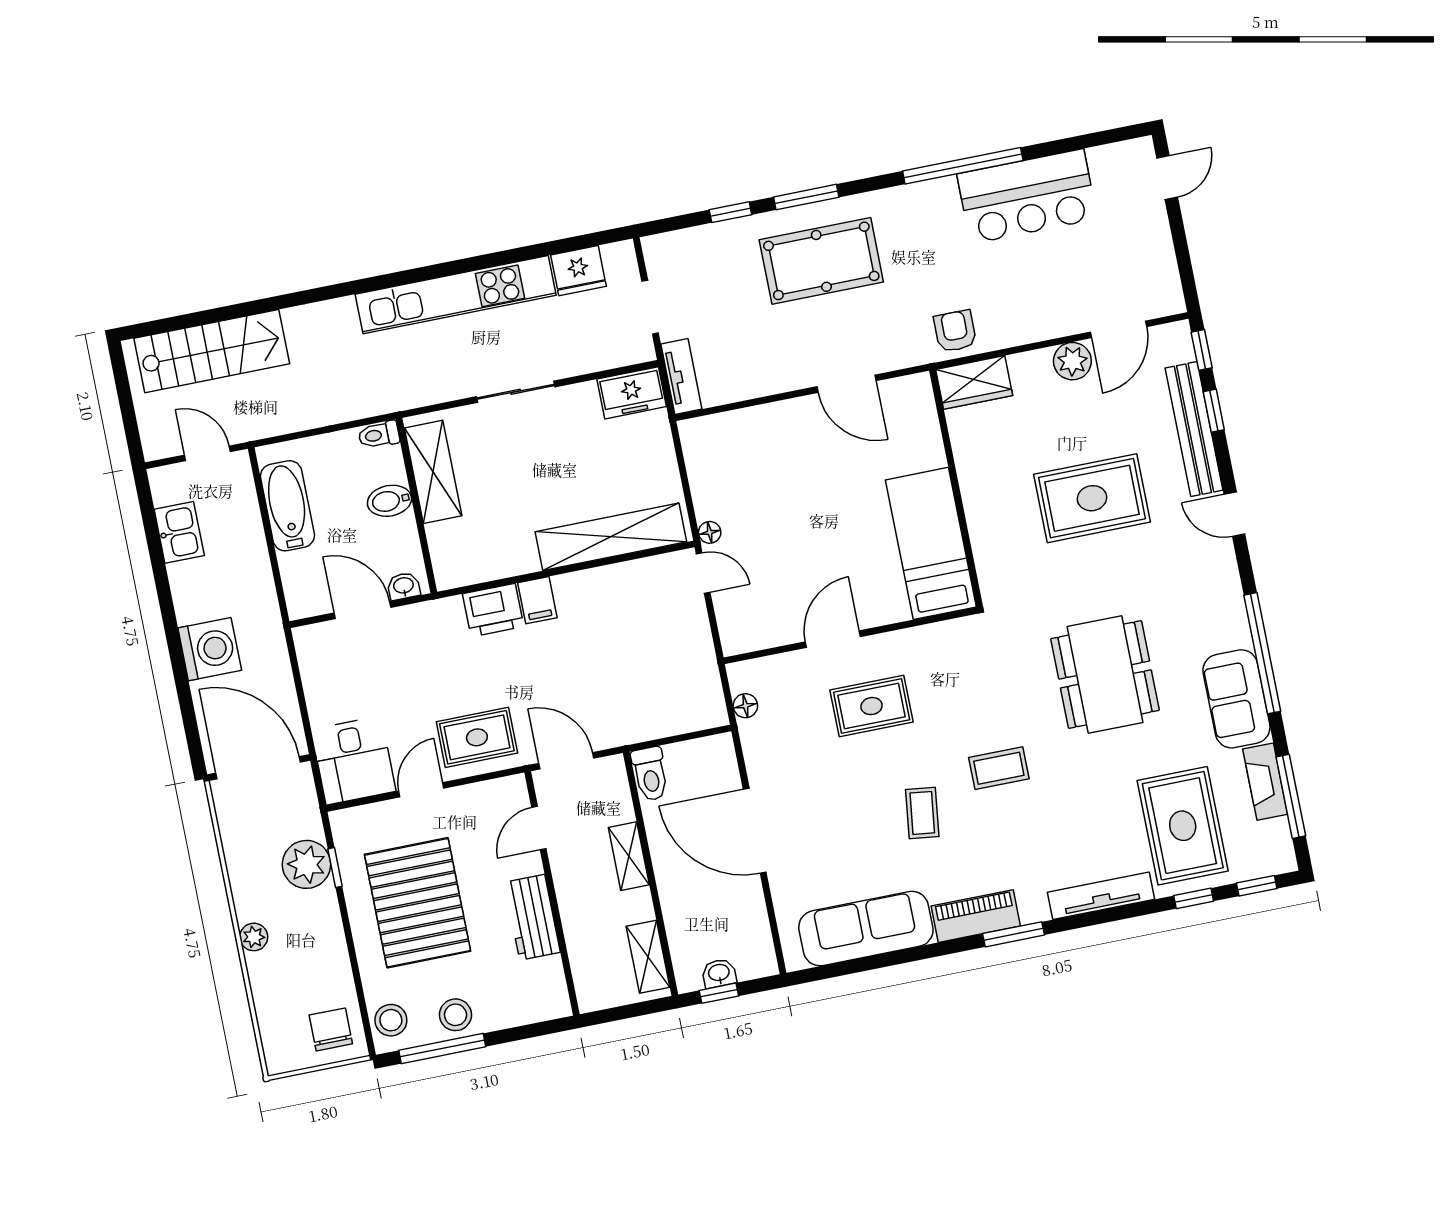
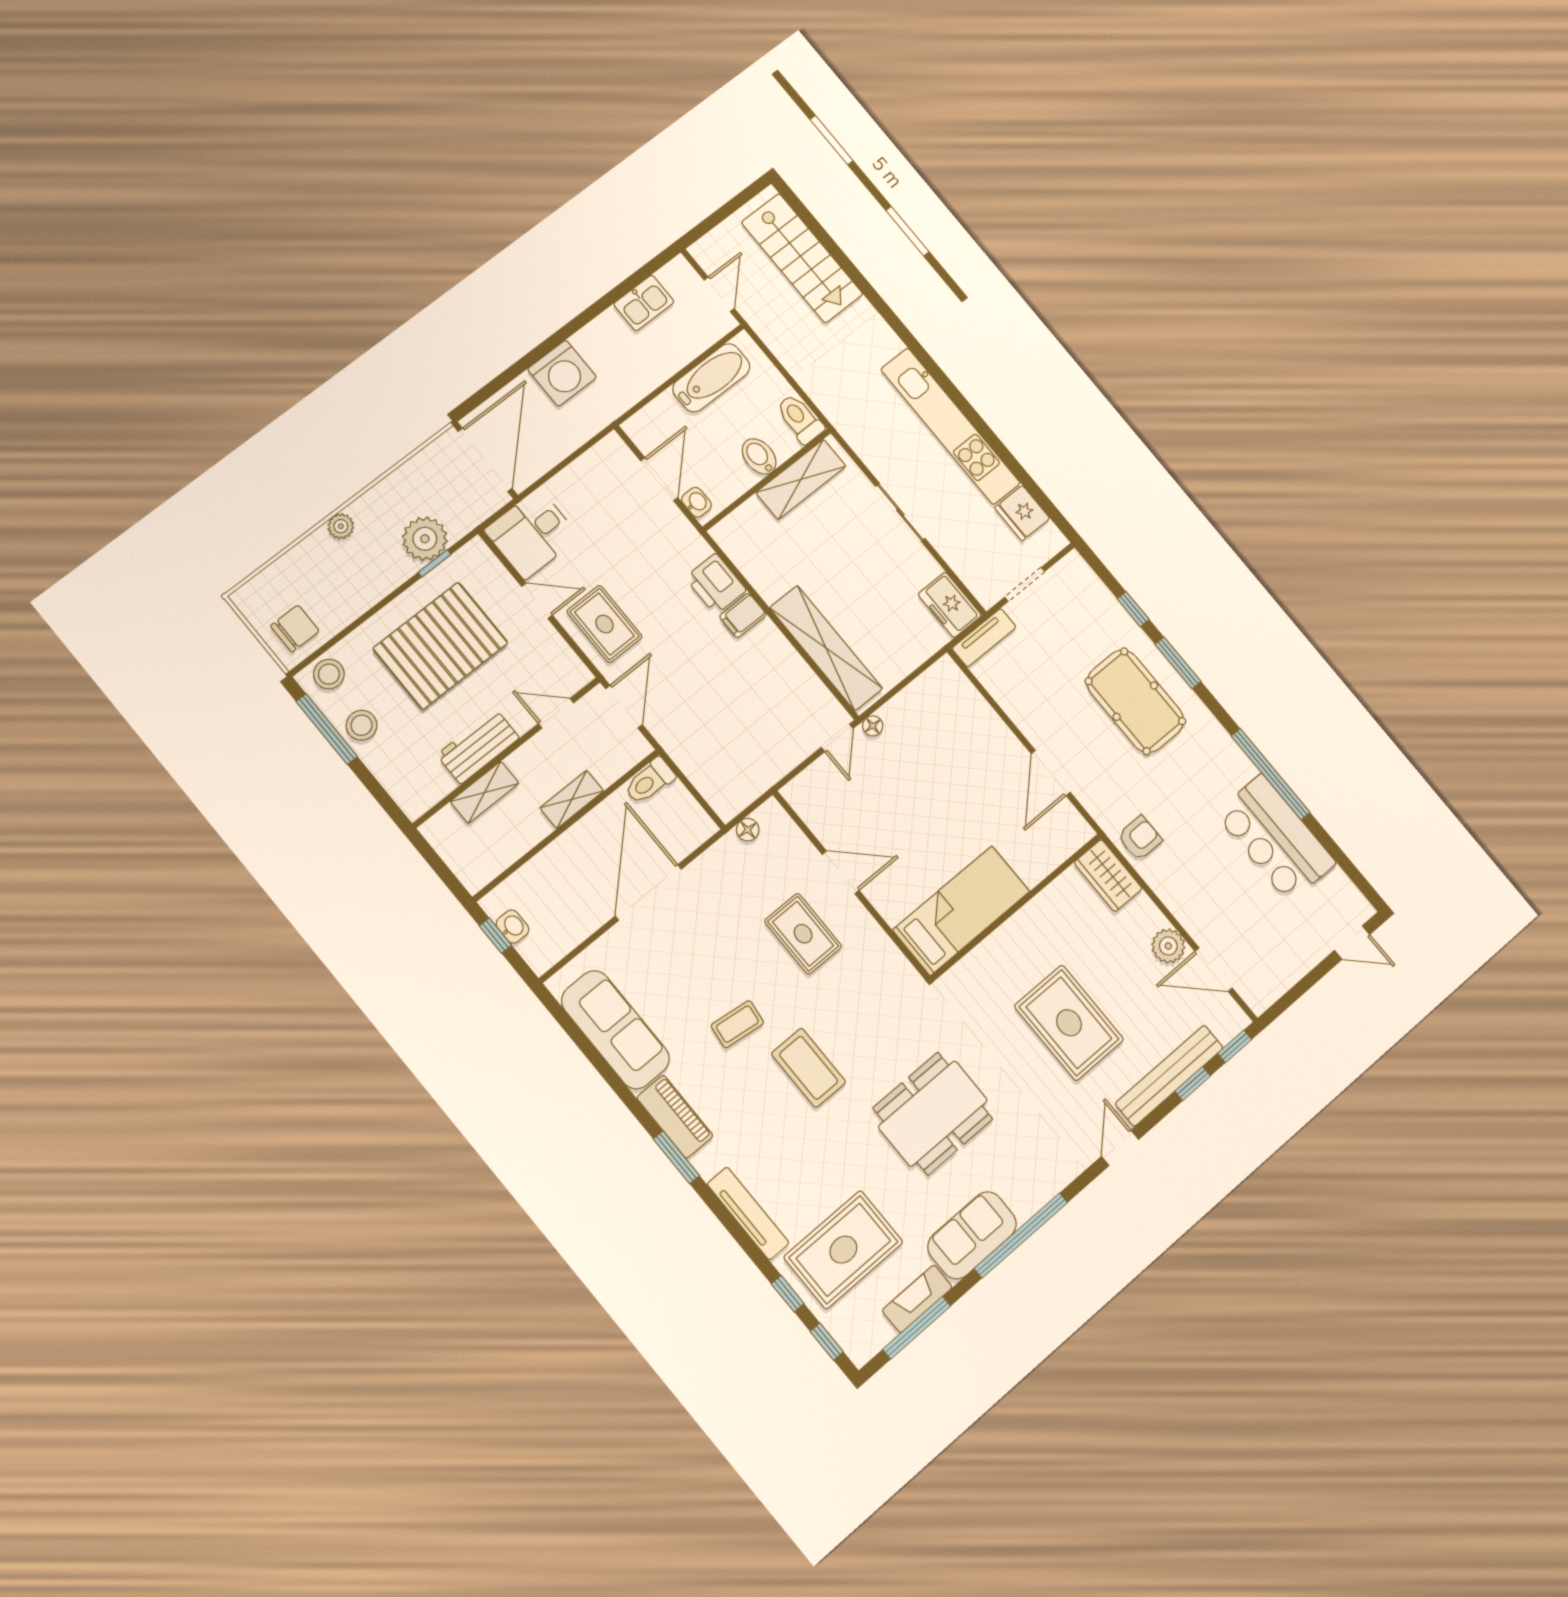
toilet: (379, 435) -> (800, 419), width x1.37, depth x1.39
coffee table: (999, 768) -> (809, 1068), width x1.36, depth x1.30
shelving: (648, 957) -> (485, 792), moved

